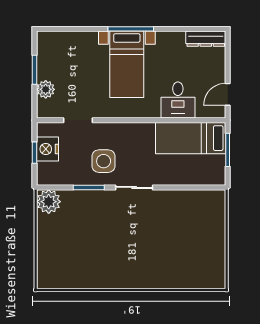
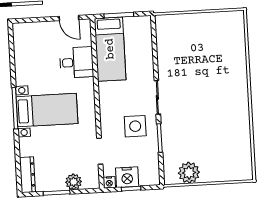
dresser: (206, 39) -> (27, 175), moved
nightstand: (43, 129) -> (109, 182), added
plant: (49, 202) -> (189, 173), moved

